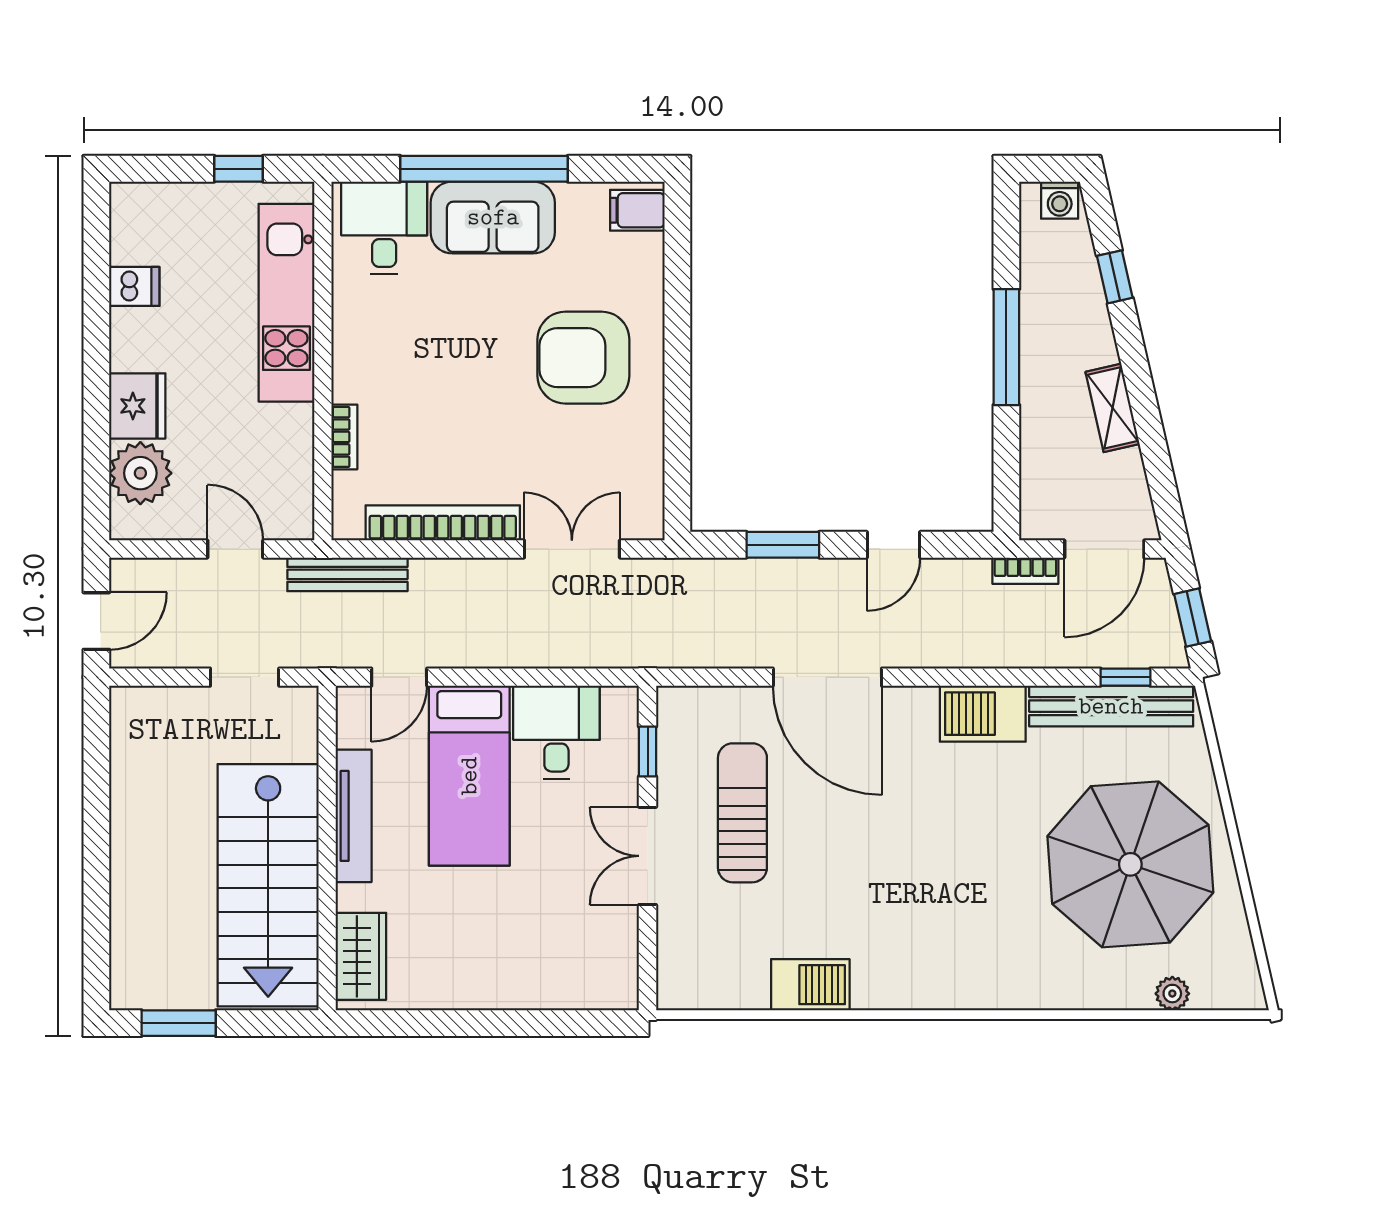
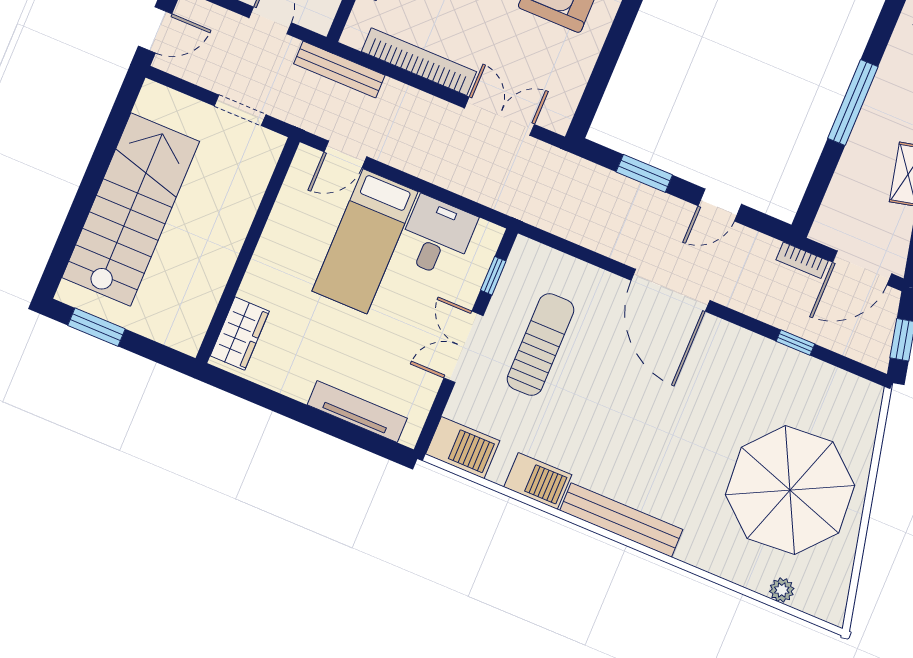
door: (827, 677) -> (670, 290), moved
window: (1125, 677) -> (795, 343), moved
bench: (1111, 706) -> (621, 520), moved
barbecue: (983, 714) -> (463, 448), moved, turned 180
tv unit: (354, 816) -> (357, 412), moved, turned -90
stairs: (268, 885) -> (131, 209), moved, turned 180

